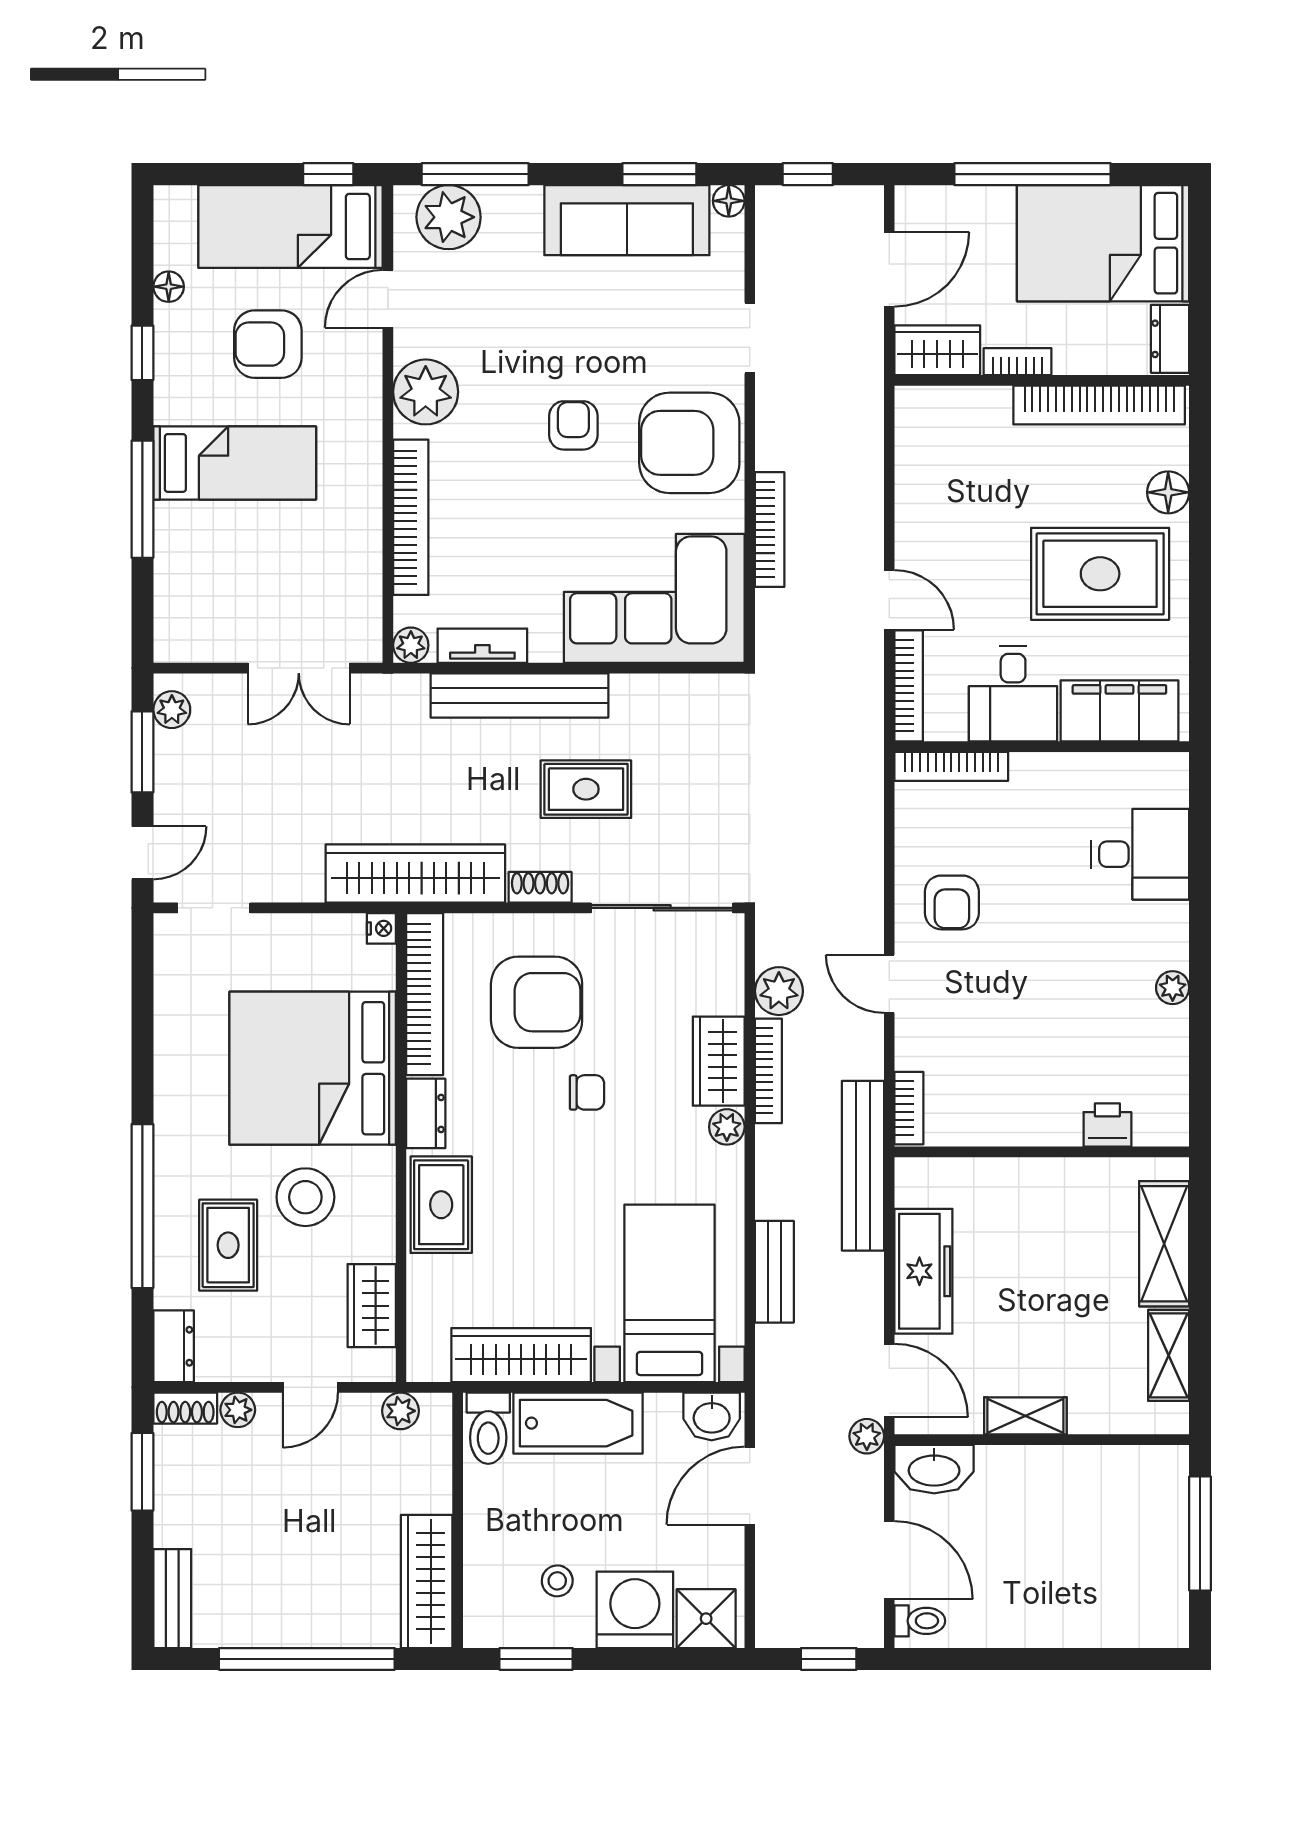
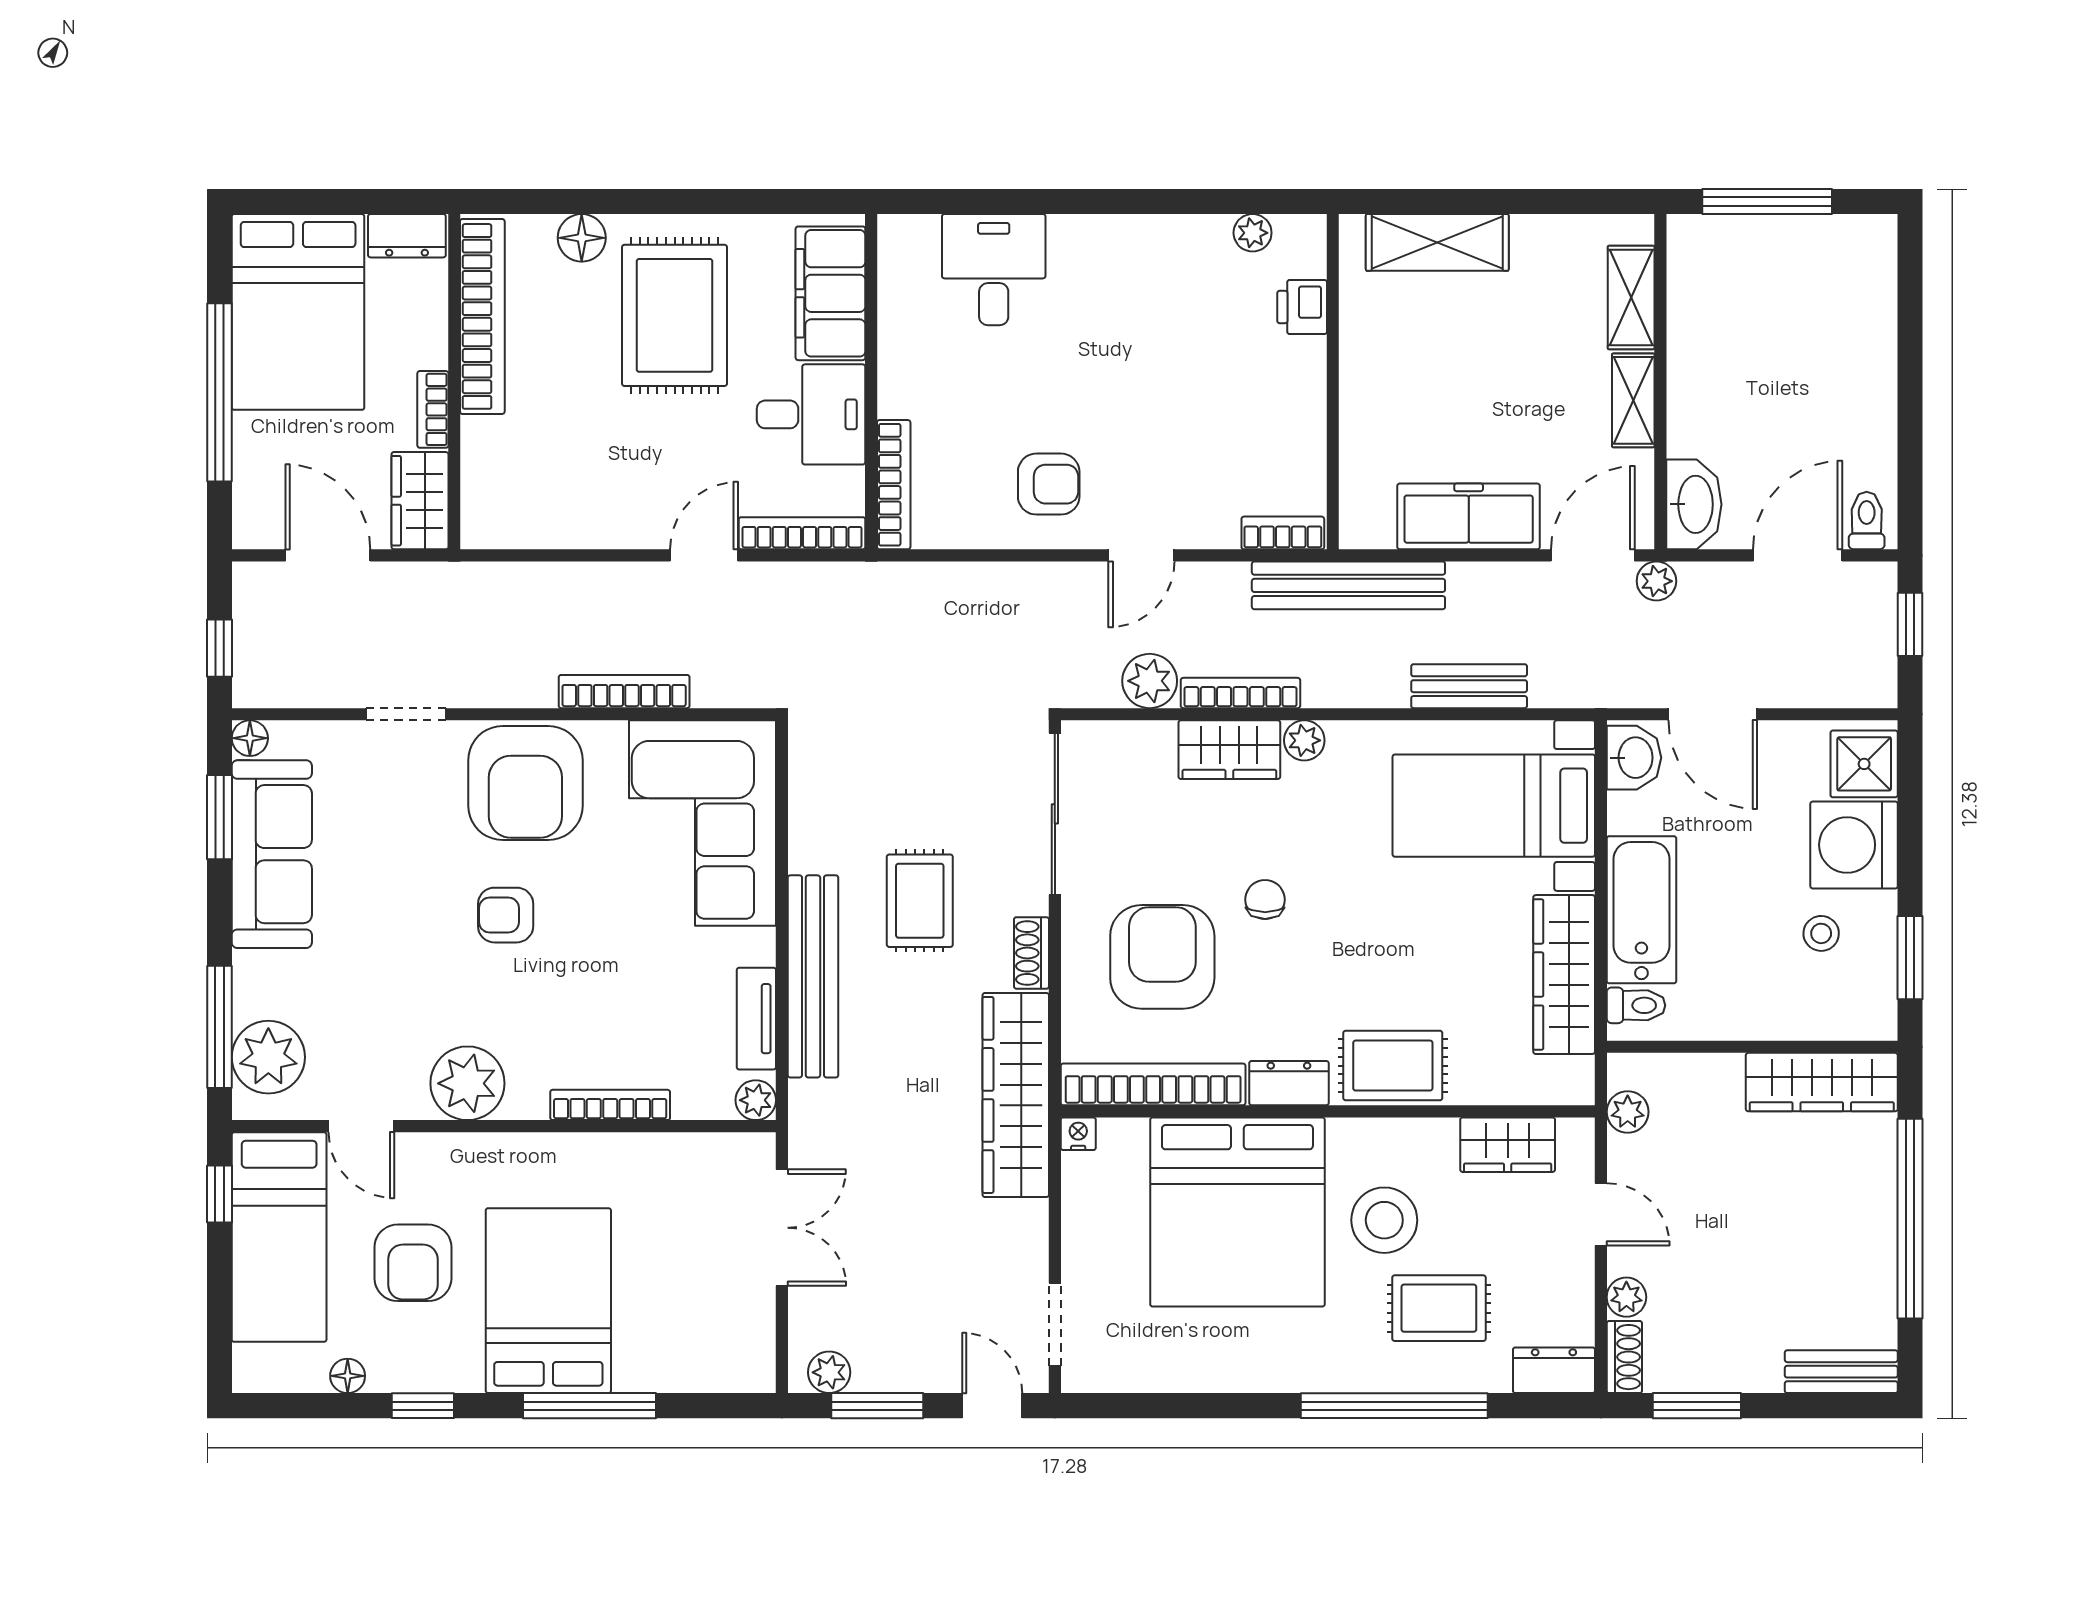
bed: (235, 463) -> (548, 1301), width x1.50
bookcase: (411, 517) -> (610, 1105), width x0.68, depth x0.76
plant: (1173, 988) -> (1253, 233), moved
shelving: (1169, 1355) -> (1631, 298), moved, turned 90
toilet: (488, 1428) -> (1636, 1005), width x0.73, depth x0.72

